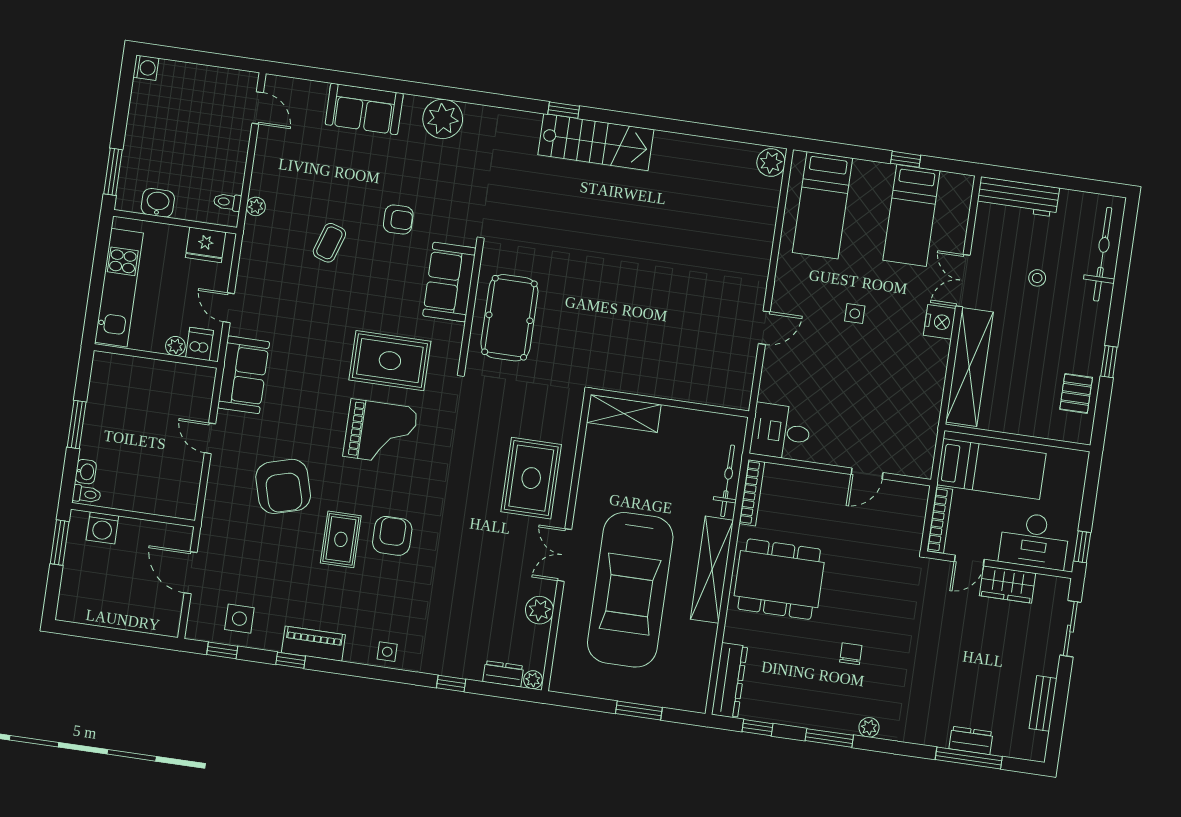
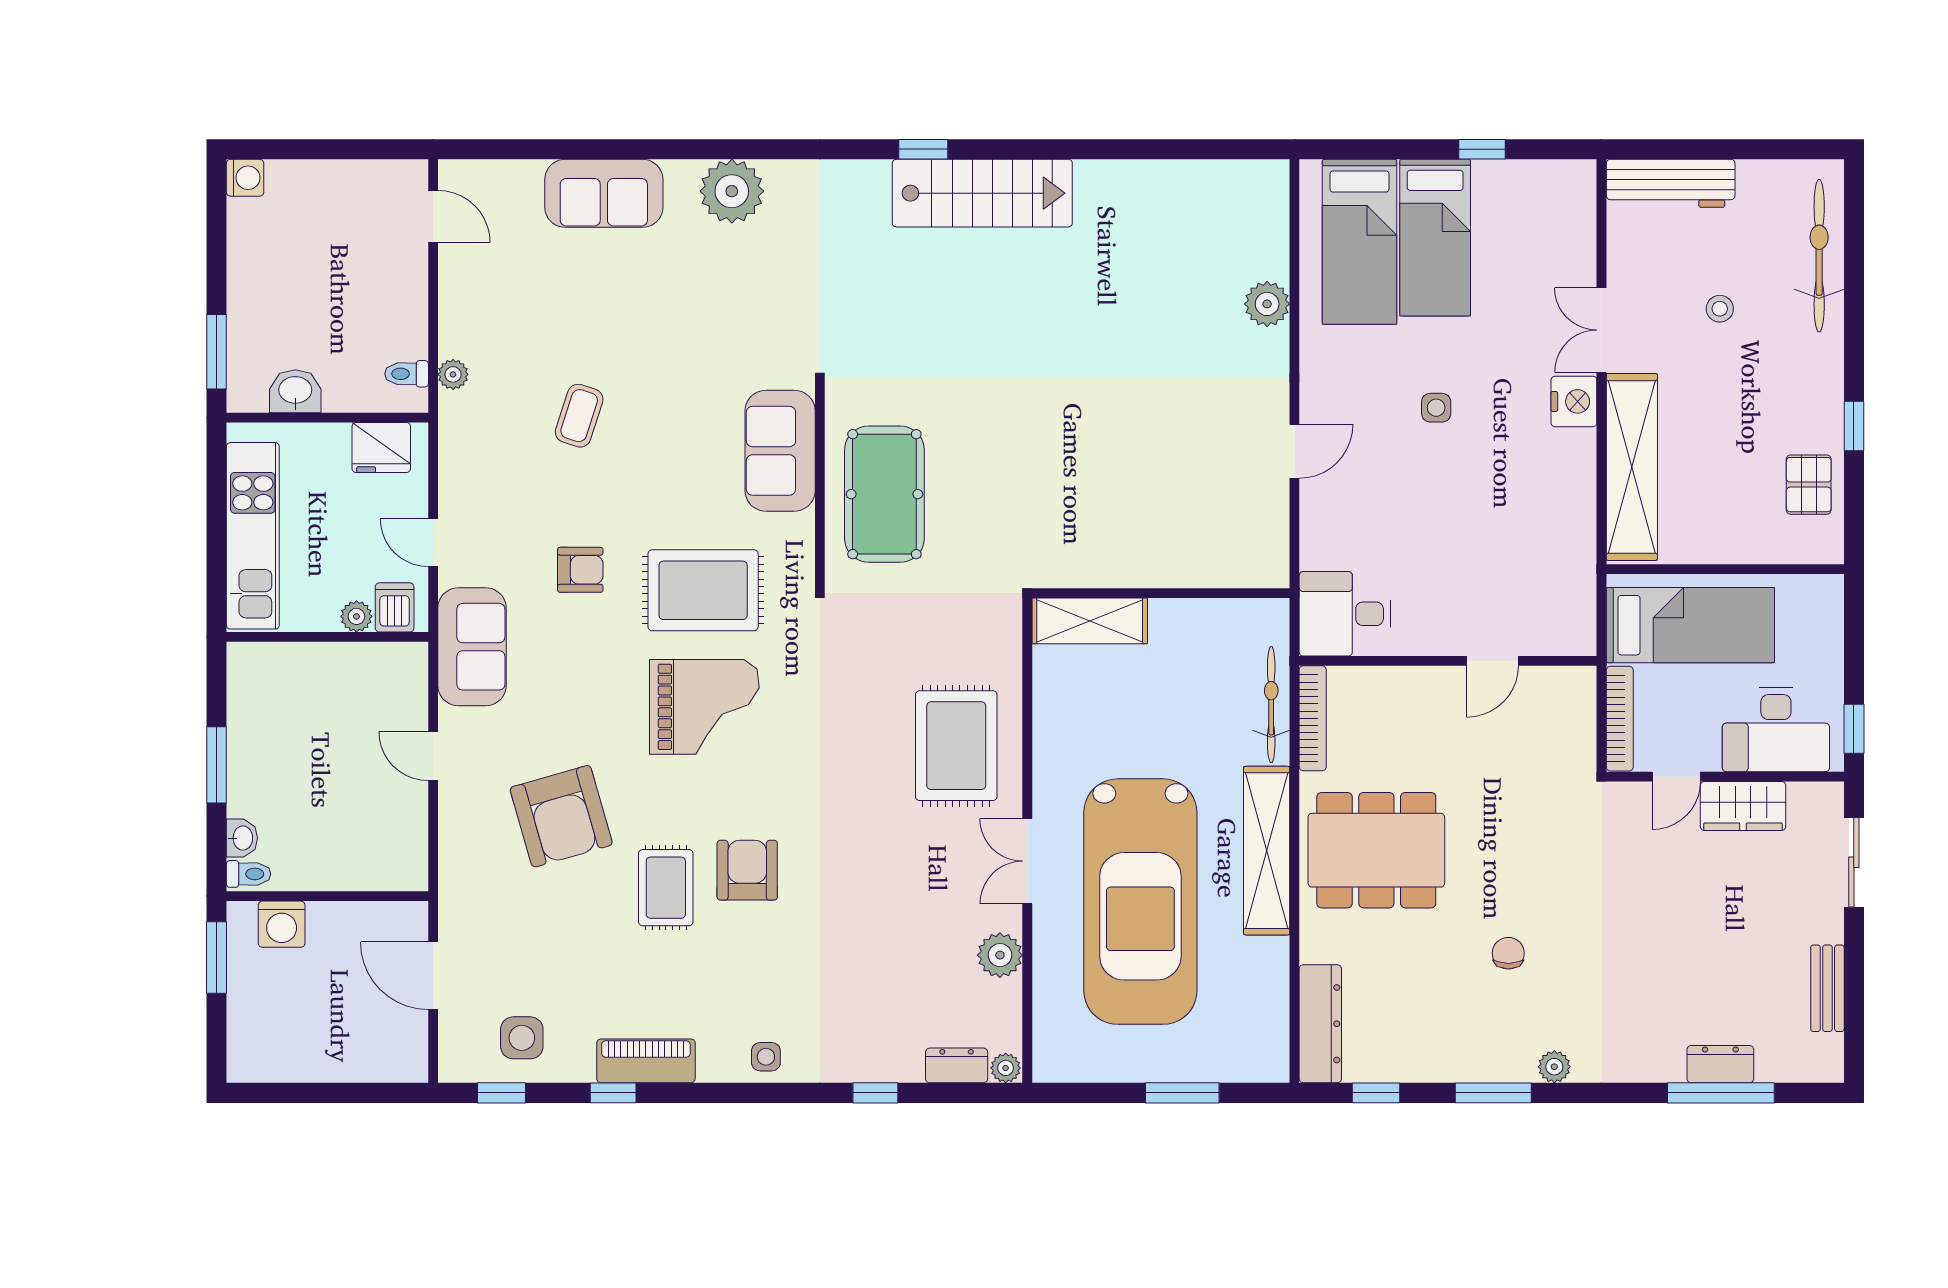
plant: (771, 163) -> (1267, 304), moved
bed: (911, 215) -> (1435, 238), moved
armchair: (398, 220) -> (580, 570), moved

